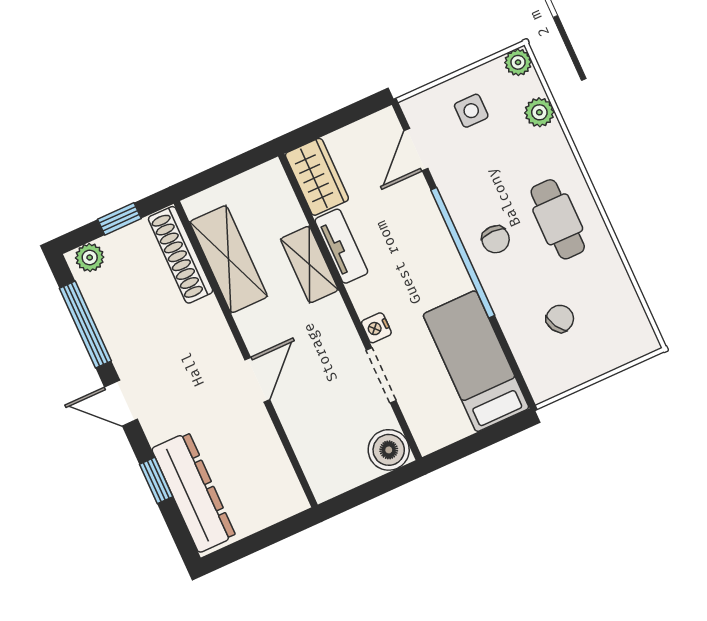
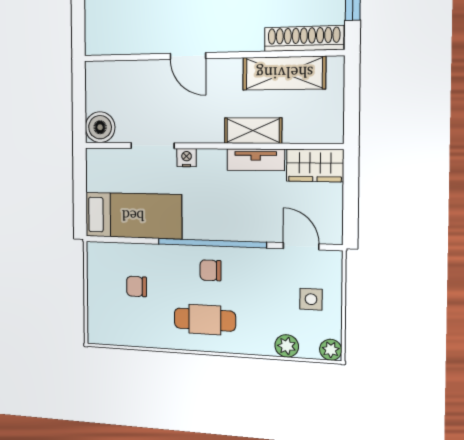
chair: (560, 319) -> (137, 286), turned 120

